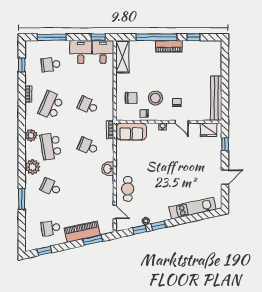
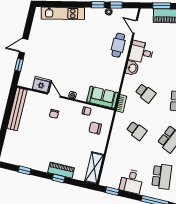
window: (157, 37) -> (58, 178), width x0.32
piano: (169, 46) -> (61, 170), moved
desk: (103, 52) -> (141, 52), moved, turned 90
school desk: (51, 65) -> (162, 176), width x1.85
stool: (155, 98) -> (73, 123), removed
fridge: (209, 130) -> (41, 84), moved
door: (225, 177) -> (24, 46), moved

